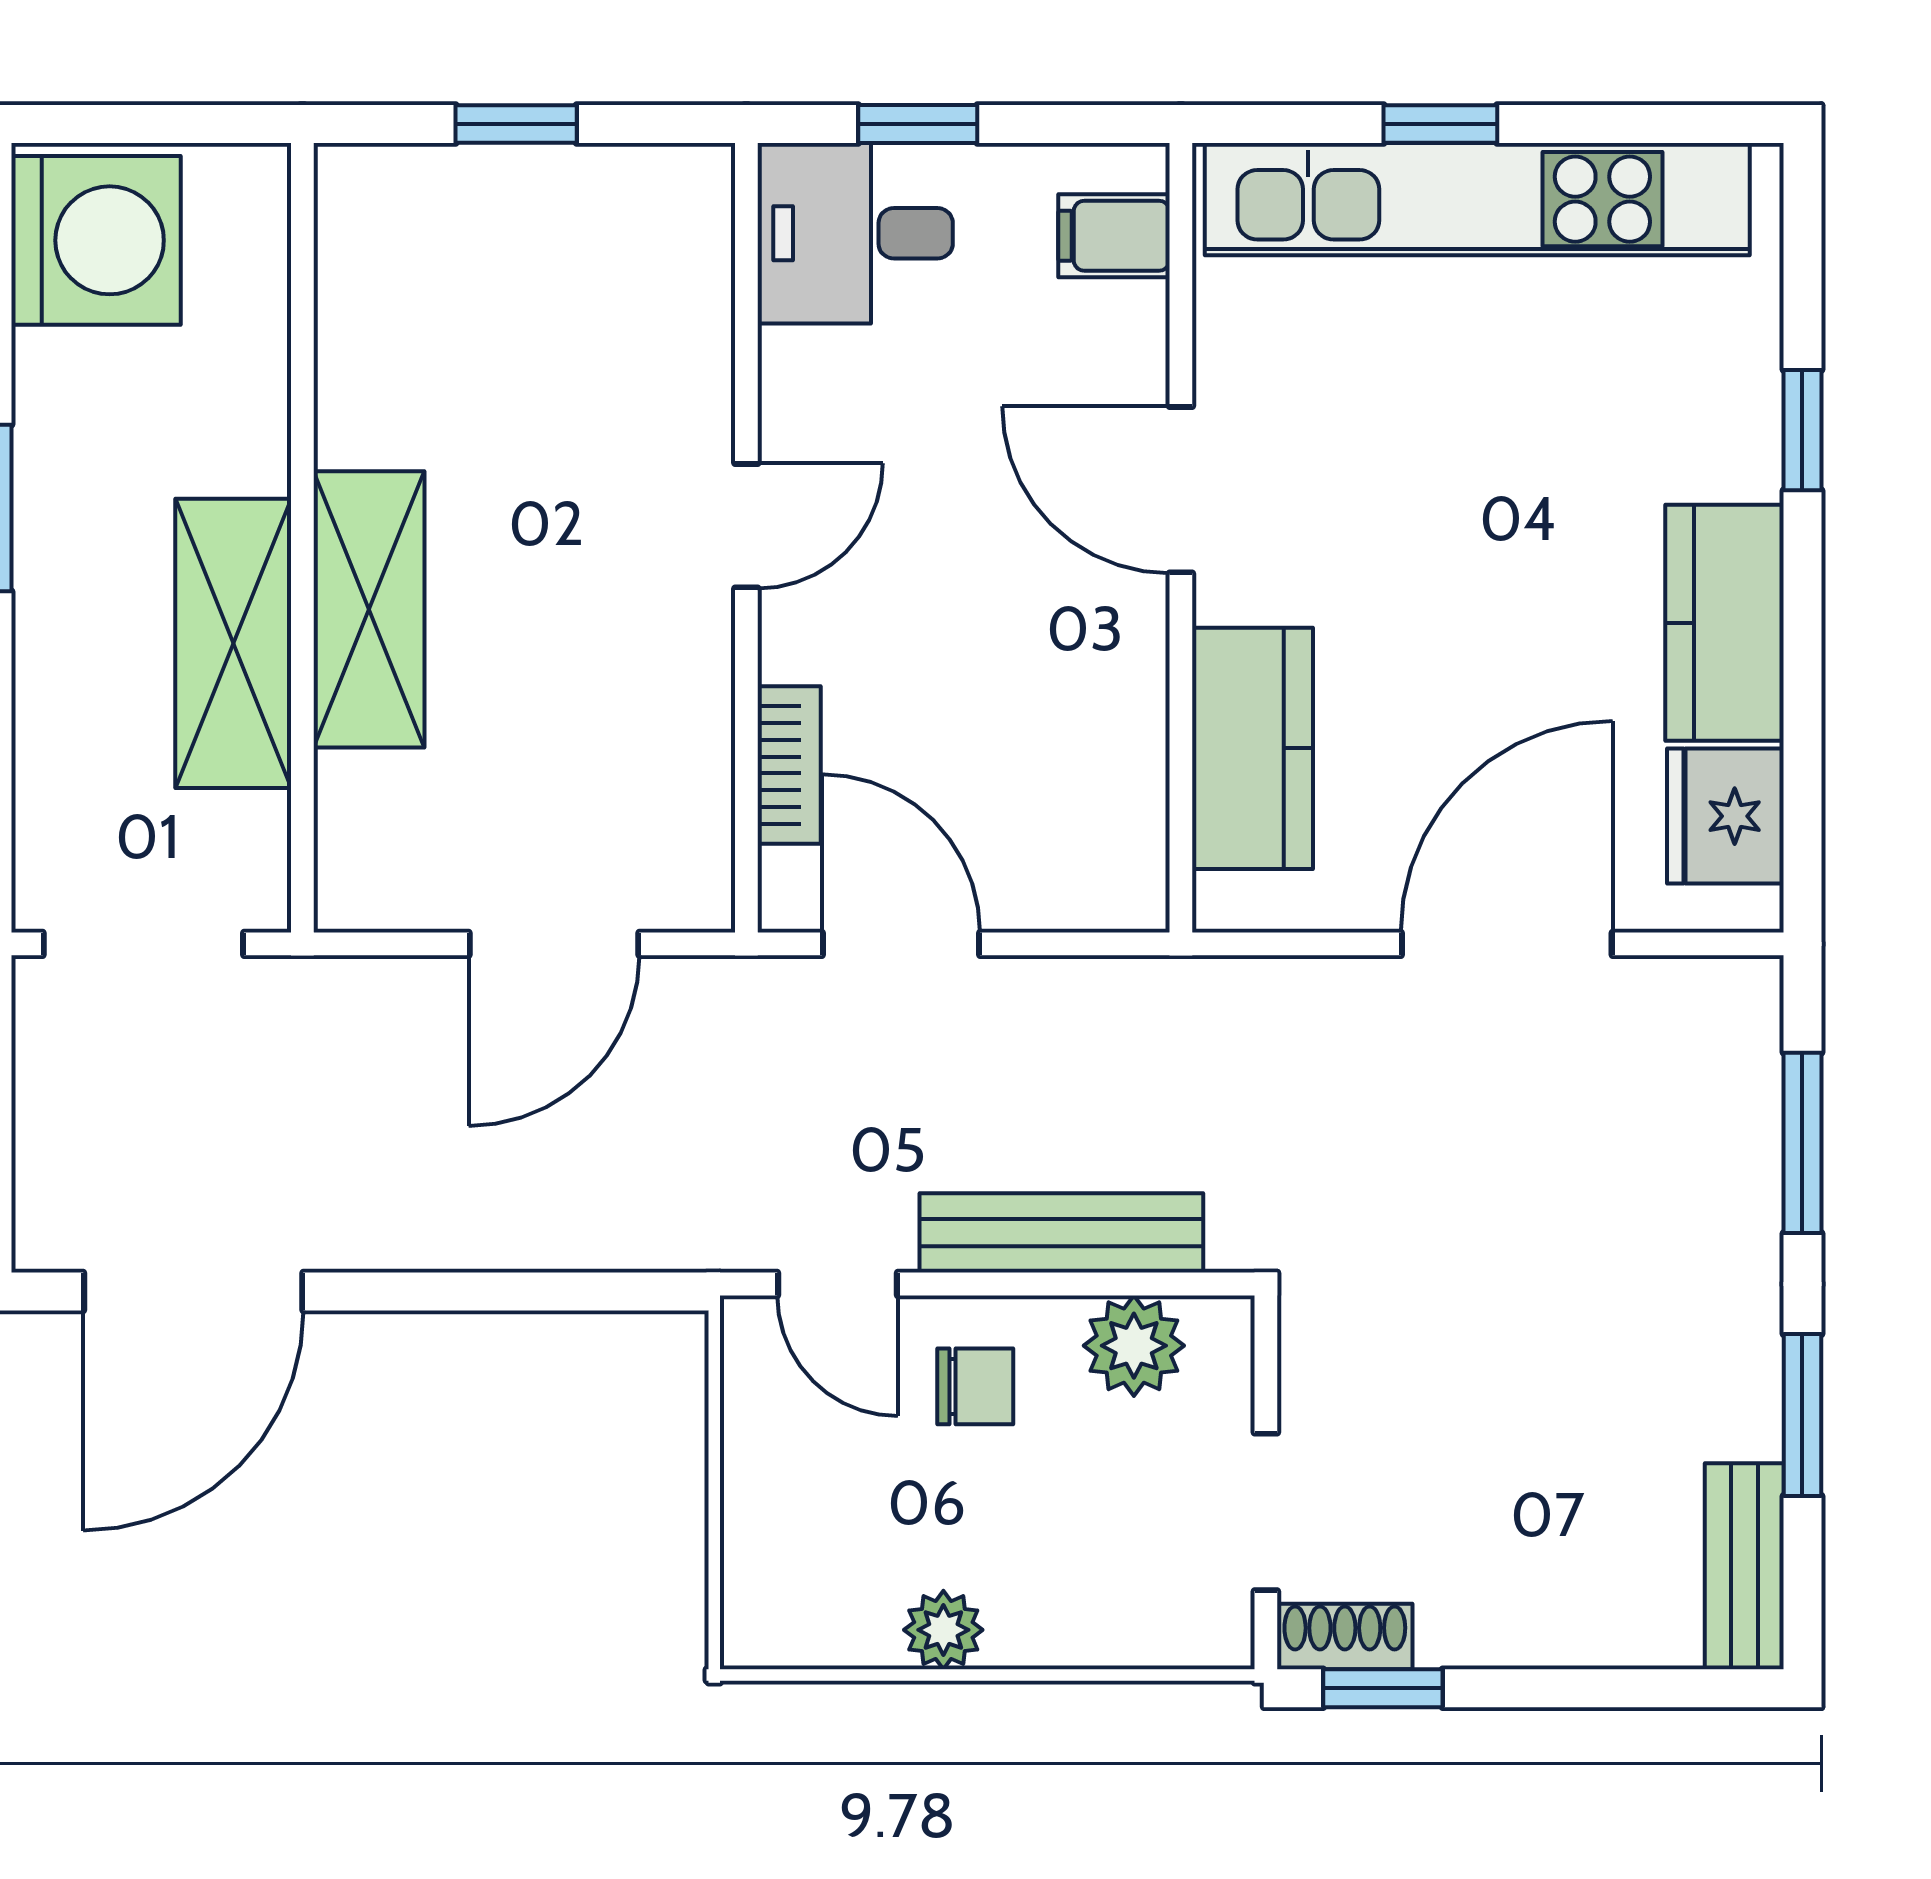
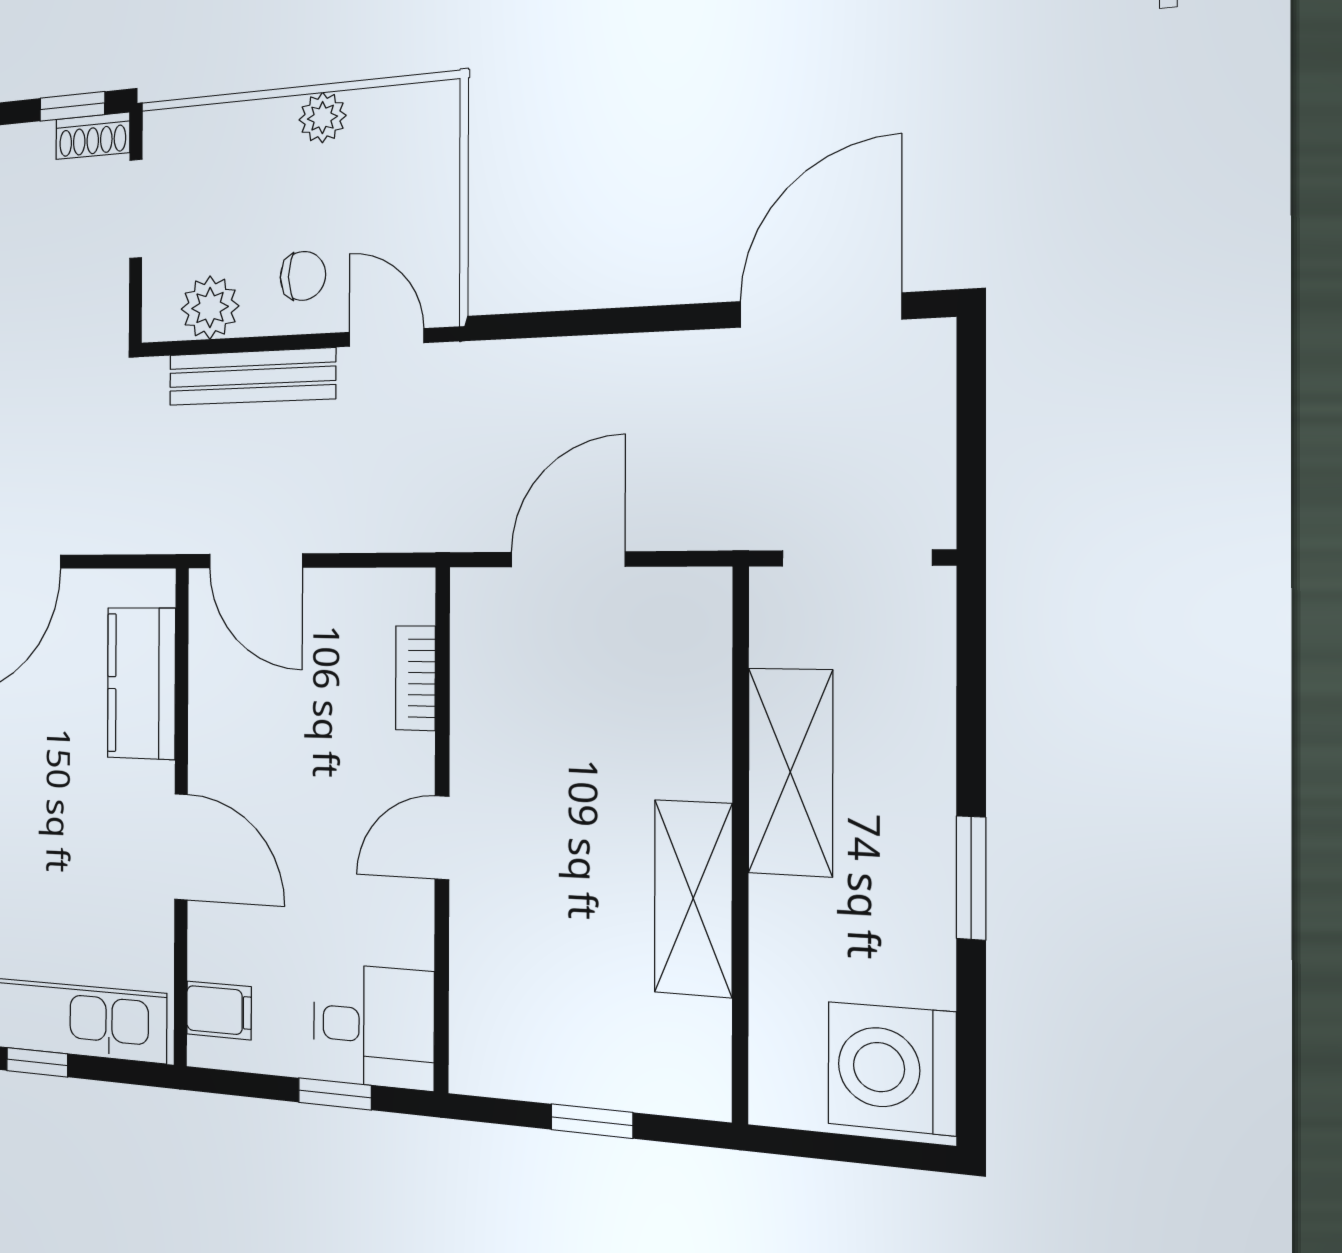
shelving: (369, 609) -> (693, 898), moved
door: (901, 944) -> (256, 561), moved
chair: (975, 1386) -> (303, 276), turned 180

